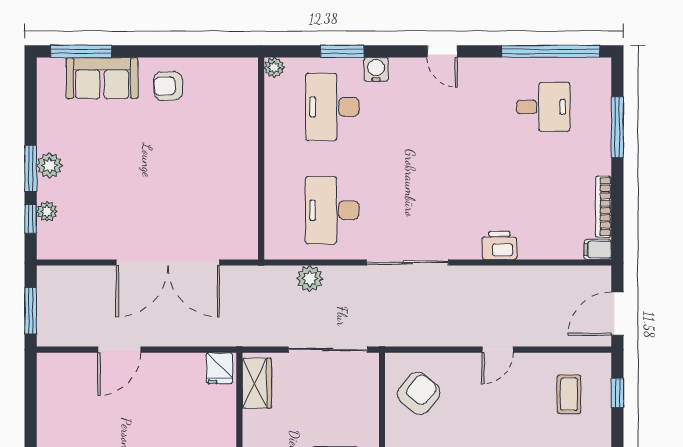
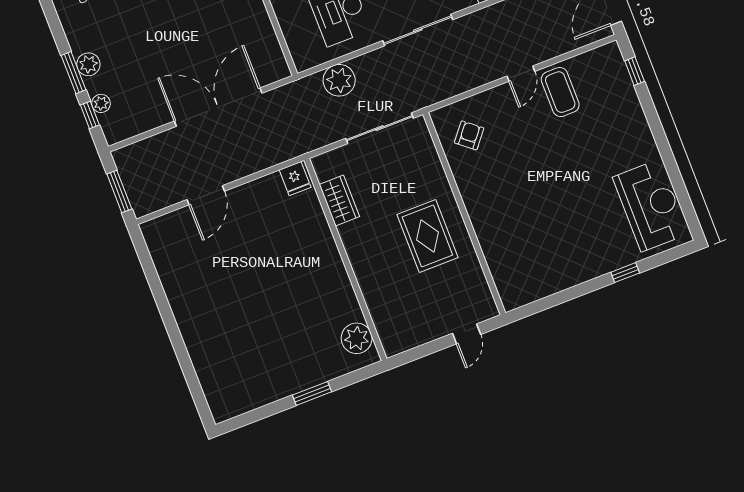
double door: (168, 263) -> (218, 107), swing flipped
plant: (310, 279) -> (339, 80), width x1.36, depth x1.36
wardrobe: (257, 383) -> (339, 201), moved
armchair: (419, 393) -> (469, 135), width x0.72, depth x0.72
coffee table: (569, 394) -> (560, 92), moved, width x1.36, depth x1.30

